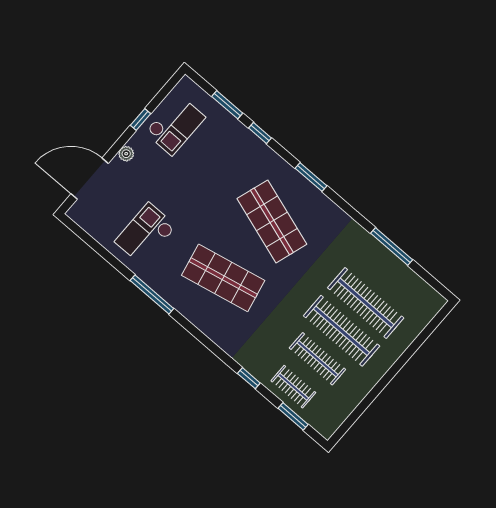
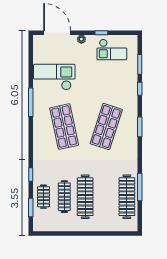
checkout: (146, 234) -> (54, 77), width x1.36, depth x1.21
clothes rail: (366, 303) -> (127, 197), moved

